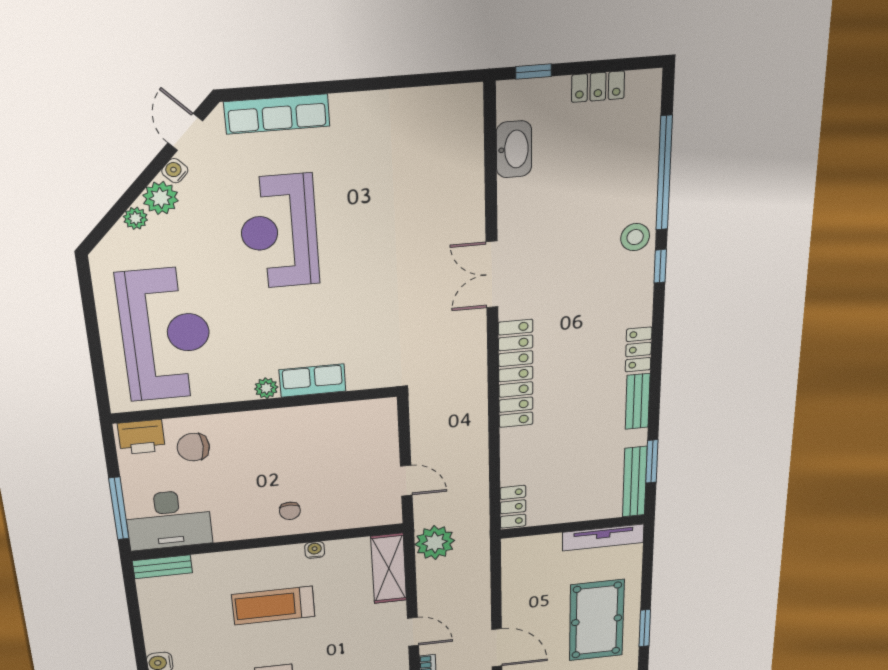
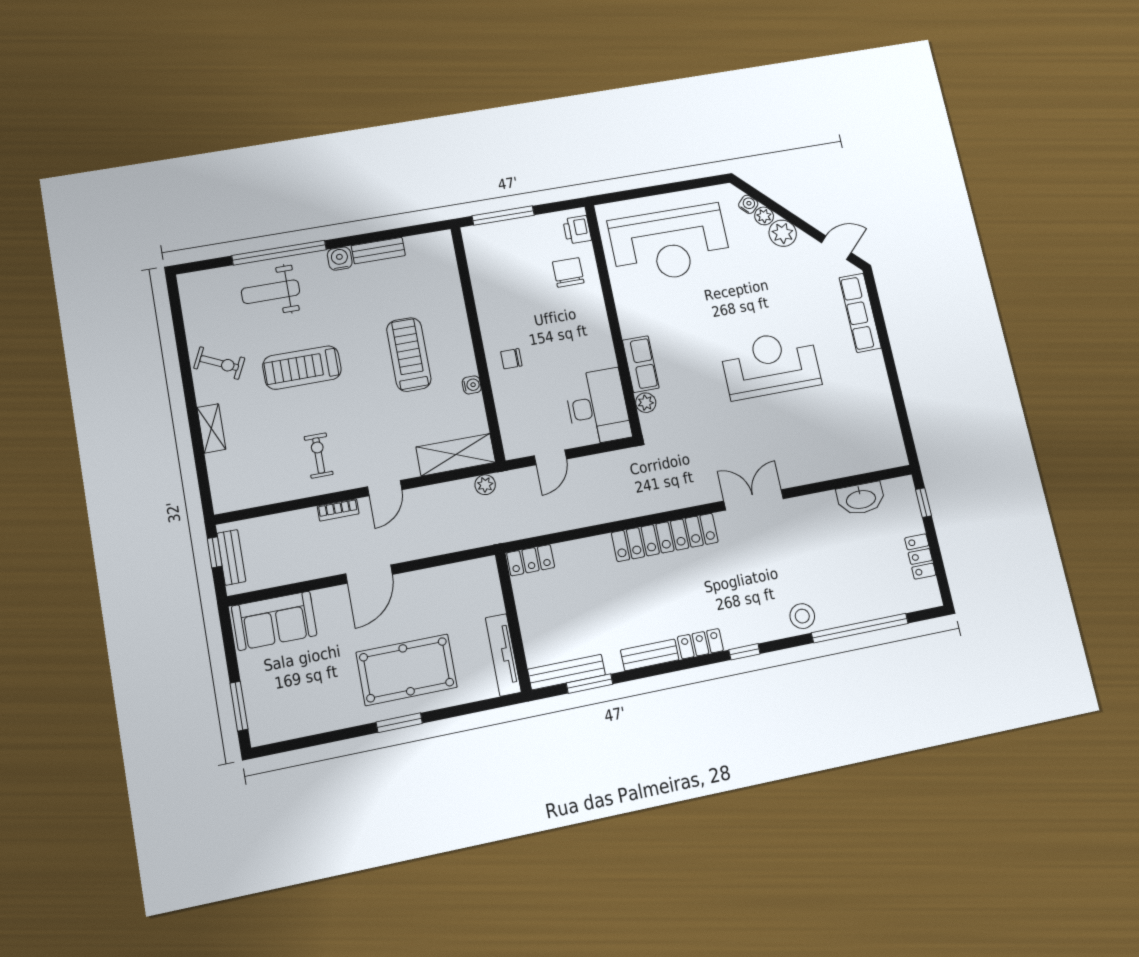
water cooler: (175, 171) -> (748, 204), moved
reception desk: (279, 232) -> (770, 364), moved
window: (660, 266) -> (744, 652), moved
plant: (266, 388) -> (646, 403), moved
printer: (141, 437) -> (577, 230), width x0.73, depth x0.81
desk: (168, 520) -> (598, 407), moved, turned 180
plant: (435, 543) -> (485, 485), width x0.53, depth x0.53
bench: (162, 567) -> (378, 251), moved, turned 90

